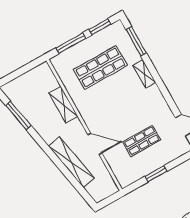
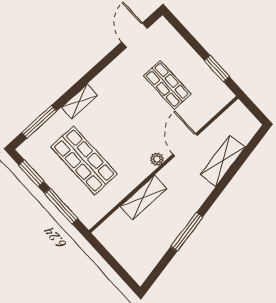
window: (18, 115) -> (187, 232), moved
plant: (89, 121) -> (157, 159), added
shelving: (71, 162) -> (223, 161), width x0.68
window: (156, 174) -> (217, 69), moved

